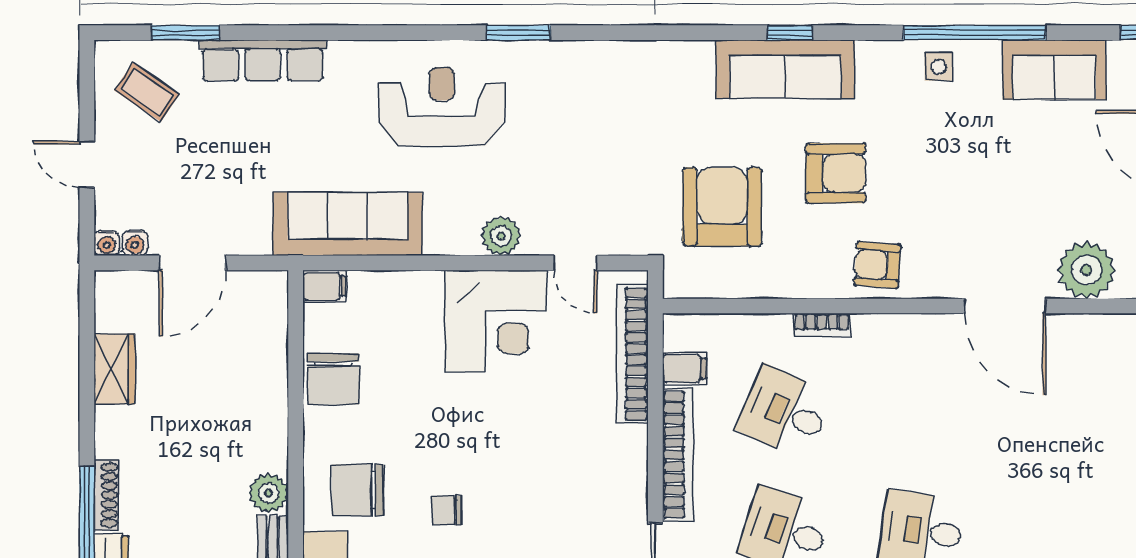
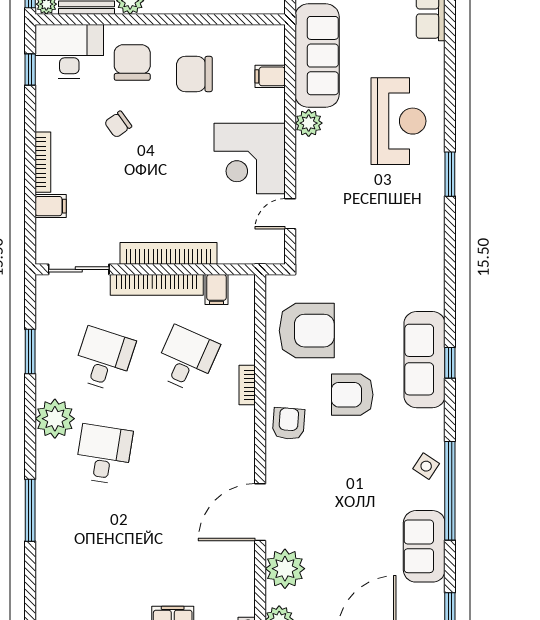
side table: (939, 67) -> (426, 466), turned 34
armchair: (836, 173) -> (352, 395), turned 90
armchair: (722, 207) -> (307, 331), moved
plant: (501, 236) -> (309, 123), moved
filing cabinet: (324, 286) -> (270, 76), moved, turned 90
bookcase: (632, 354) -> (169, 253), moved
chair: (333, 379) -> (194, 74), moved
chair: (447, 510) -> (118, 124), turned -126

